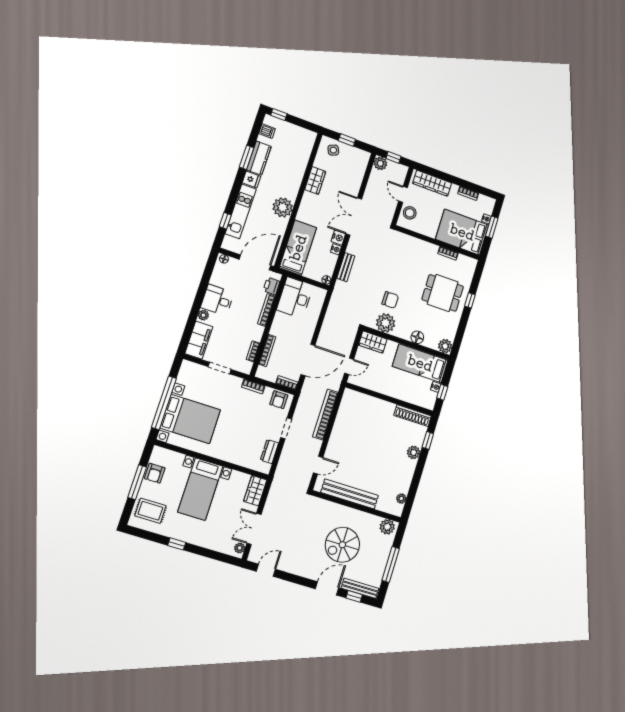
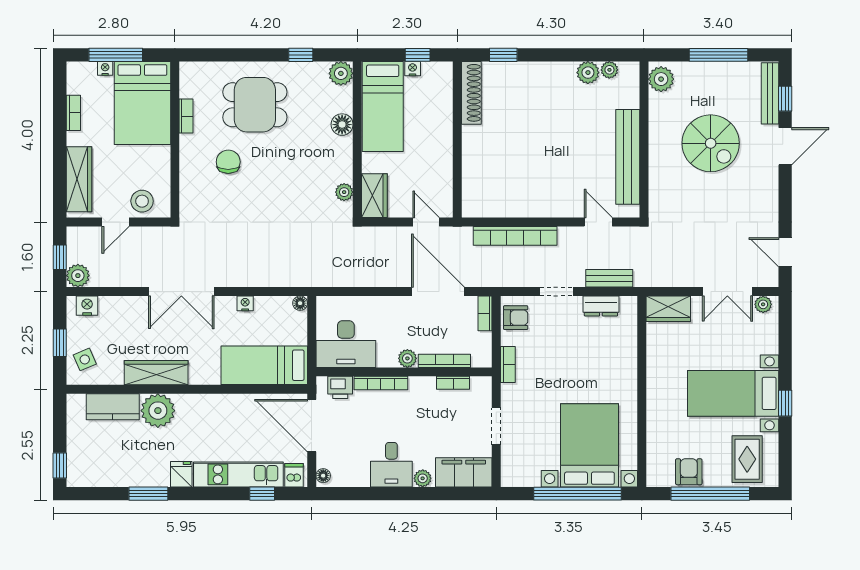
dishwasher: (267, 131) -> (294, 475), moved
kitchen counter: (259, 158) -> (113, 407), moved, turned 180
wardrobe: (315, 181) -> (156, 373), width x1.50
plant: (283, 207) -> (158, 411), moved
window: (492, 227) -> (116, 55), width x1.44
nightstand: (338, 238) -> (87, 306), moved
bench: (346, 267) -> (609, 278), moved
dining table: (443, 293) -> (255, 105), turned 90
chair: (390, 300) -> (228, 162), moved
window: (470, 300) -> (301, 55), moved
plant: (386, 323) -> (344, 192), width x0.53, depth x0.53
plant: (276, 330) -> (407, 358), added
plant: (414, 452) -> (588, 73), moved
armchair: (155, 473) -> (689, 472), turned -90
window: (137, 482) -> (710, 494), width x1.46
bed with nightstands: (200, 489) -> (733, 393), moved, turned 180
door: (327, 588) -> (785, 146), swing flipped

